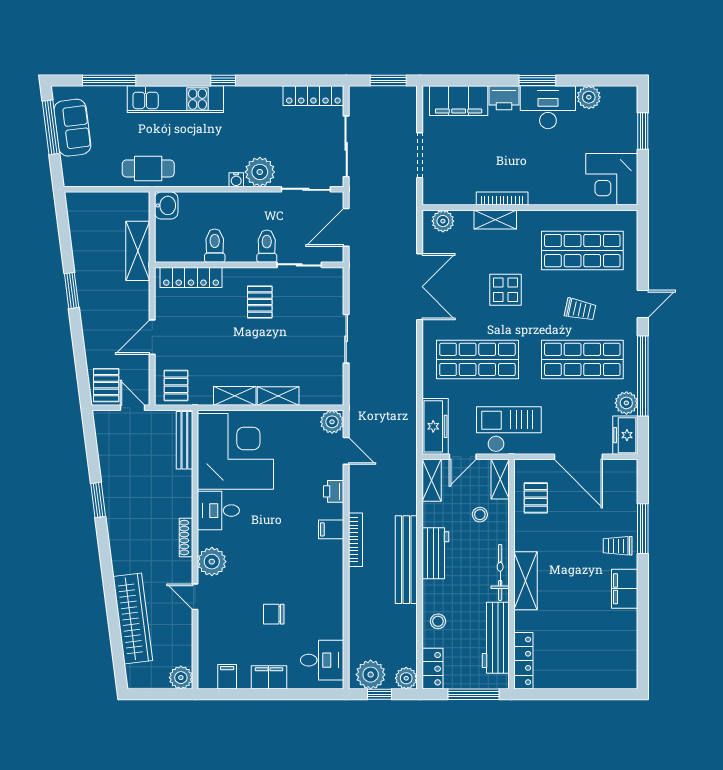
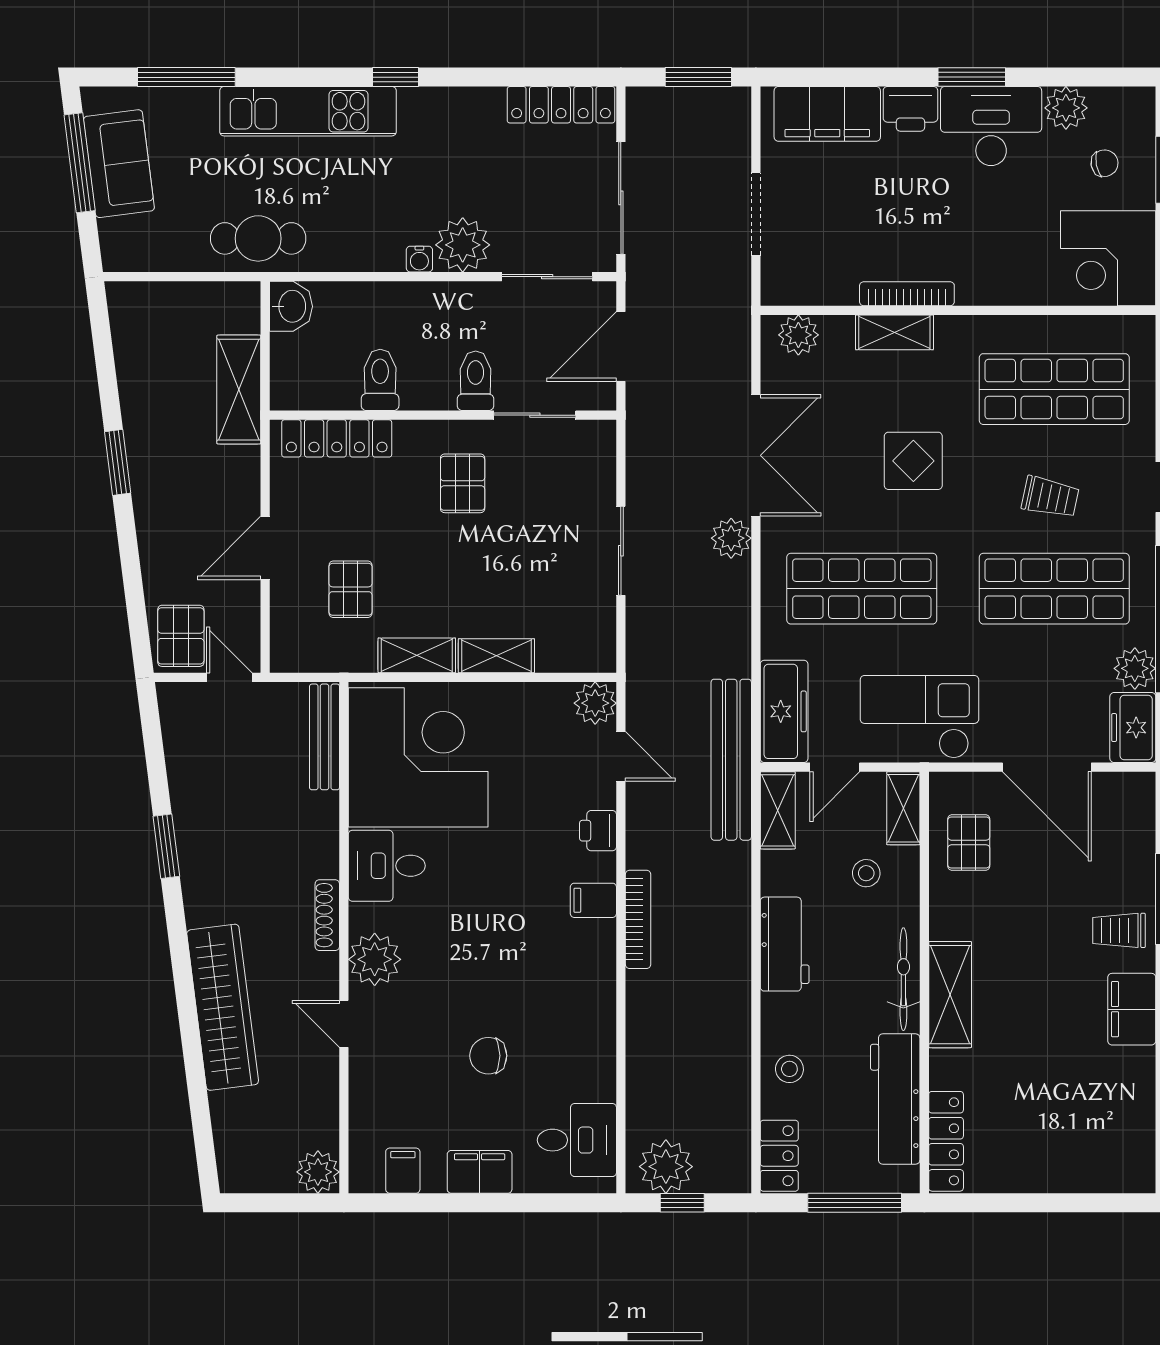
chair: (610, 127) -> (1105, 163), added
pallet: (176, 385) -> (351, 589), moved
bench: (406, 560) -> (731, 760), moved
wardrobe: (133, 618) -> (223, 1007), moved
plant: (406, 678) -> (731, 538), moved

